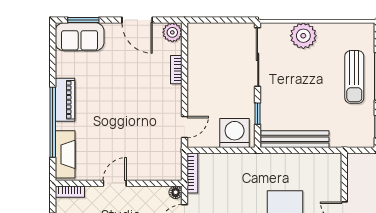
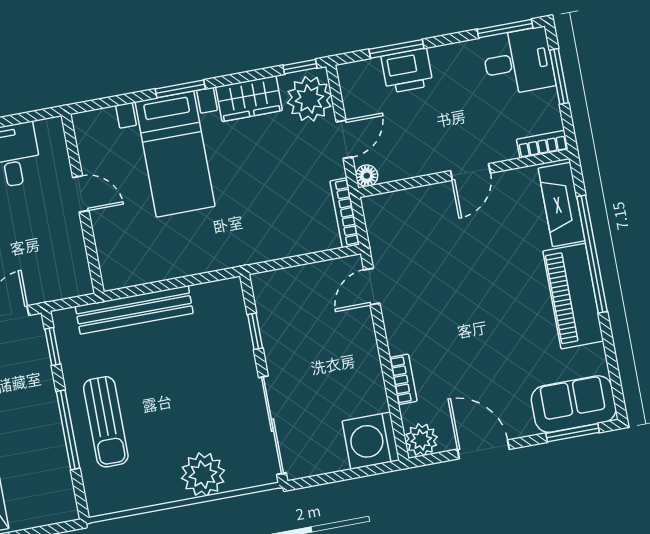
sun lounger: (354, 77) -> (106, 422), turned 180
piano: (65, 100) -> (573, 296), width x1.37, depth x1.33
washing machine: (235, 133) -> (371, 441), moved, turned 90
bench: (295, 139) -> (134, 310), moved

